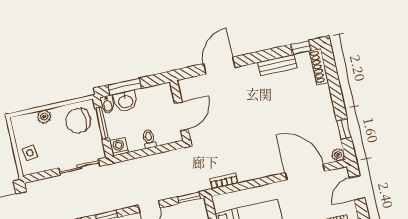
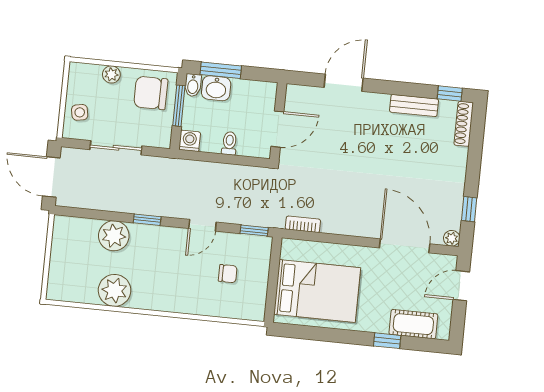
sliding door: (79, 167) -> (116, 148), moved

